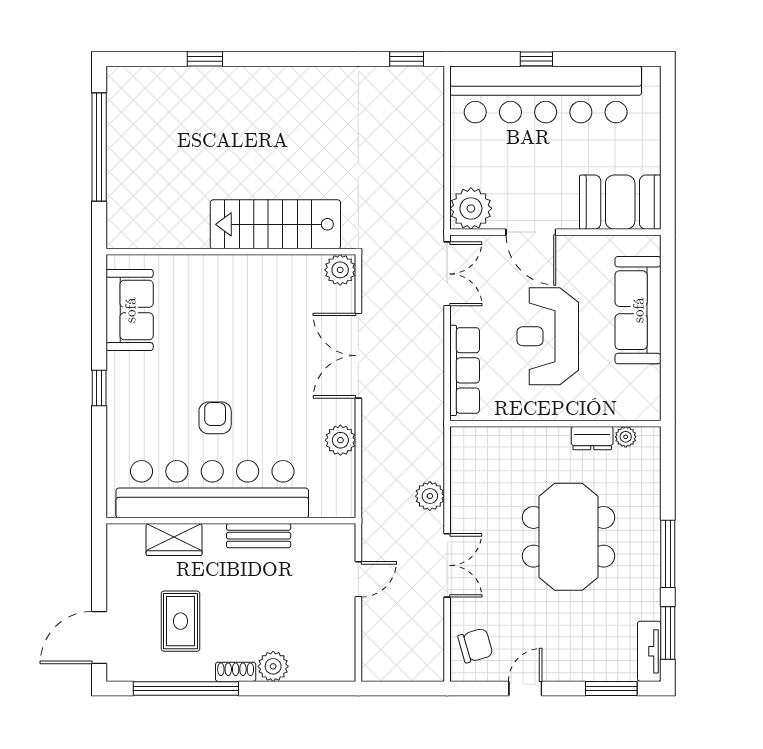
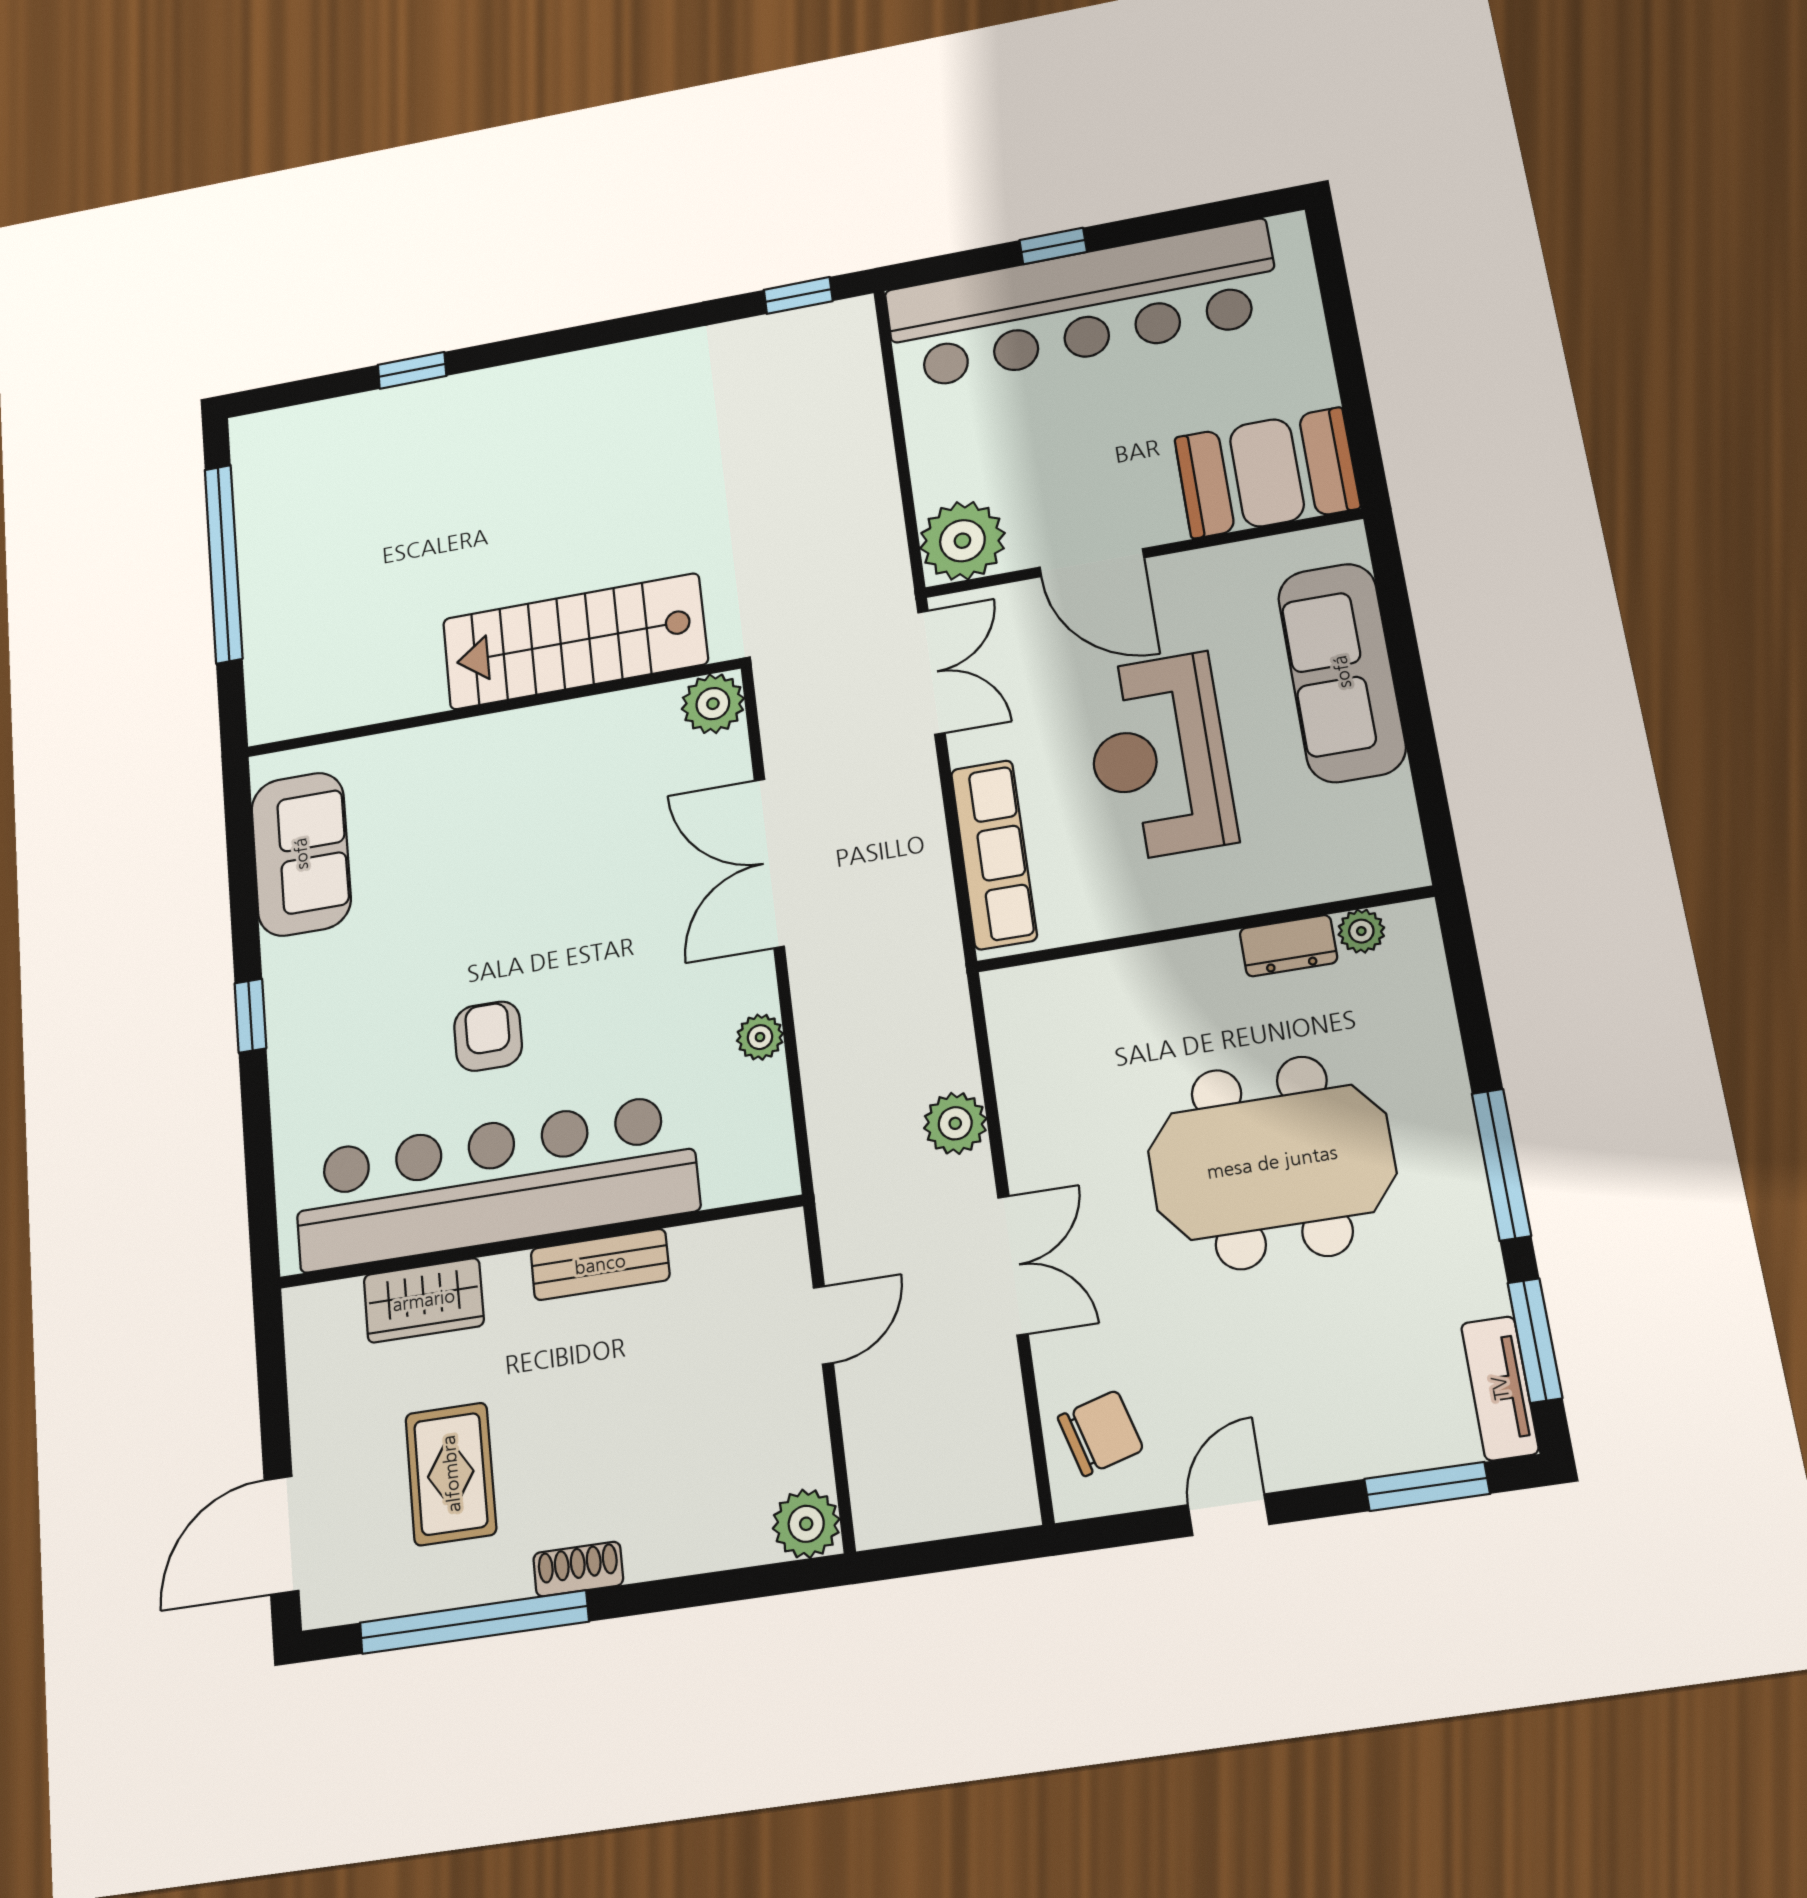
plant: (340, 440) -> (760, 1037), width x0.73, depth x0.73
meeting table: (569, 537) -> (1272, 1162), turned 90
plant: (273, 666) -> (806, 1524), moved

